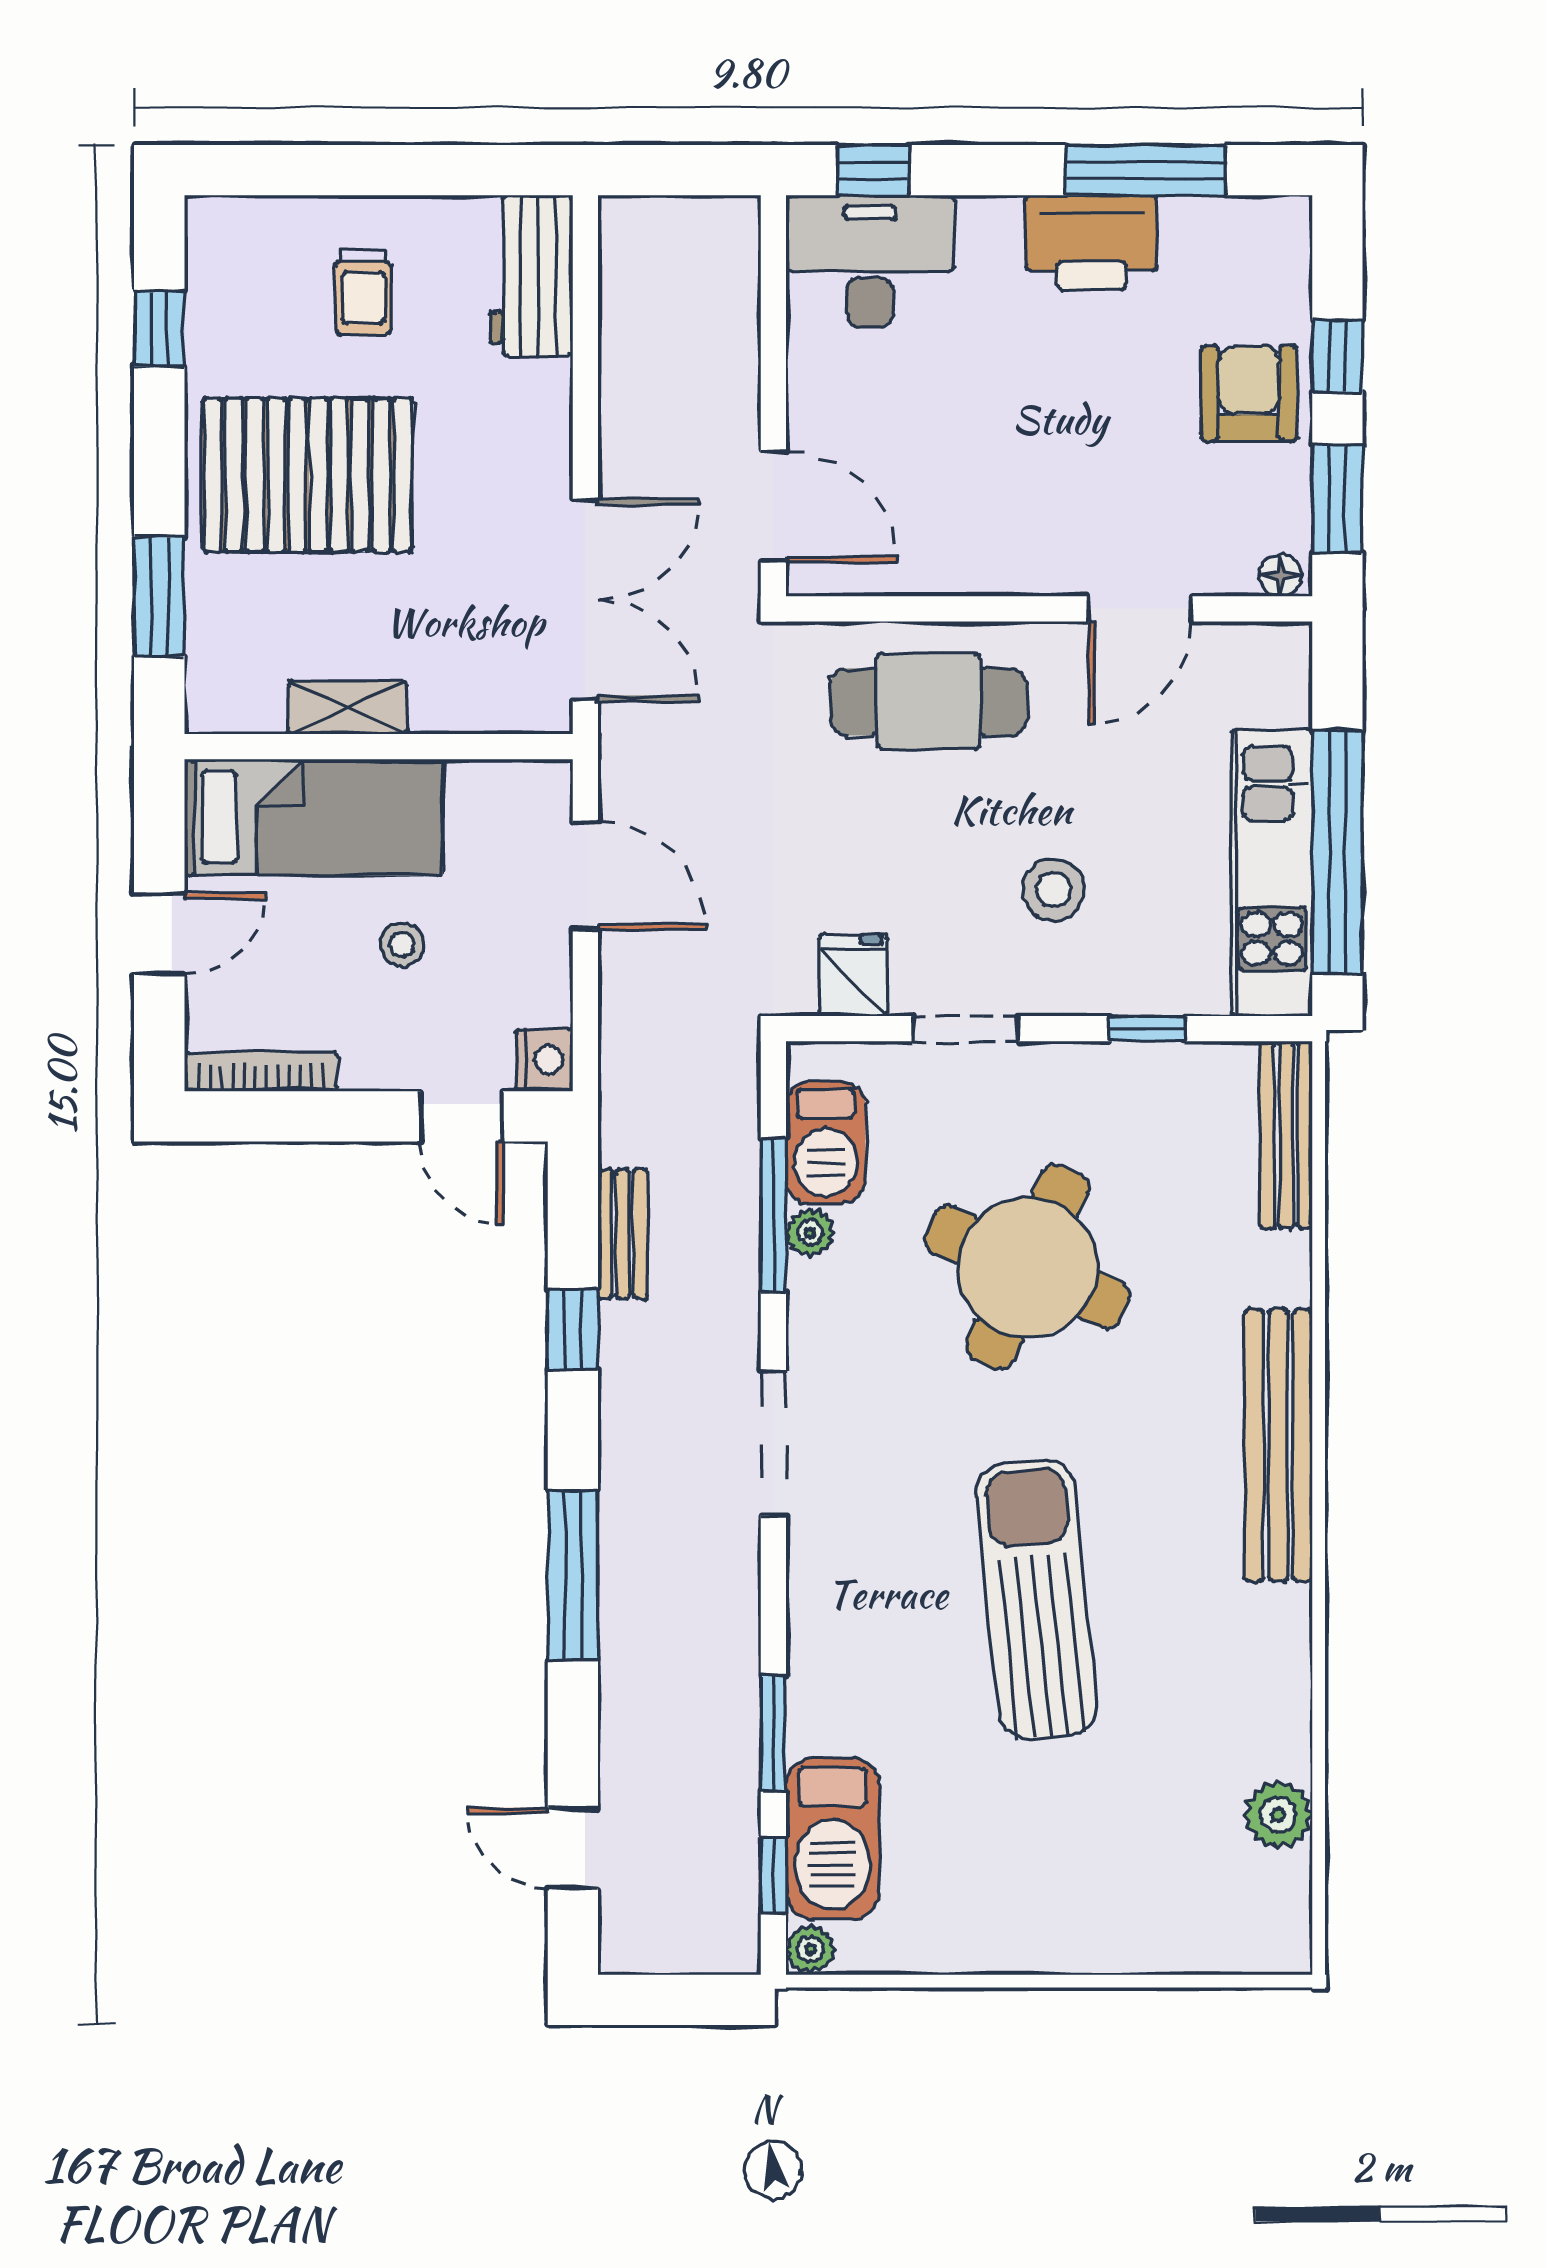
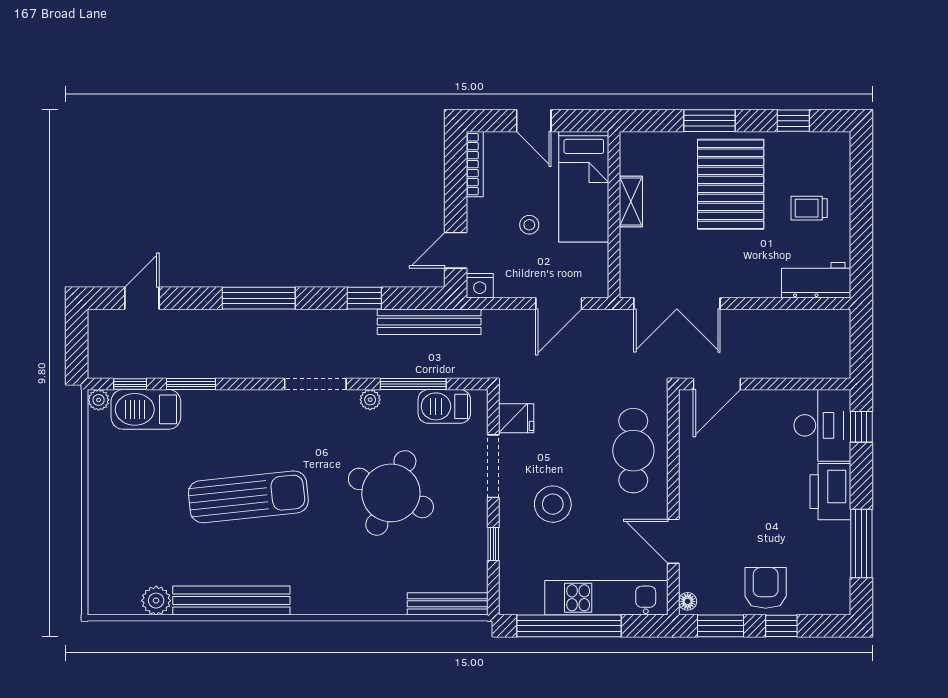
printer: (1091, 242) -> (830, 492), moved
armchair: (1249, 393) -> (766, 588), turned -90
window: (159, 596) -> (710, 121), moved
kitchen unit: (1272, 873) -> (606, 598), moved
stool: (1053, 890) -> (553, 504), width x1.38, depth x1.38
doorway: (965, 1029) -> (493, 466), width x1.38
plant: (810, 1233) -> (370, 400), moved
bench: (623, 1234) -> (429, 322), width x1.86, depth x1.21
bench: (1278, 1445) -> (231, 601), moved

